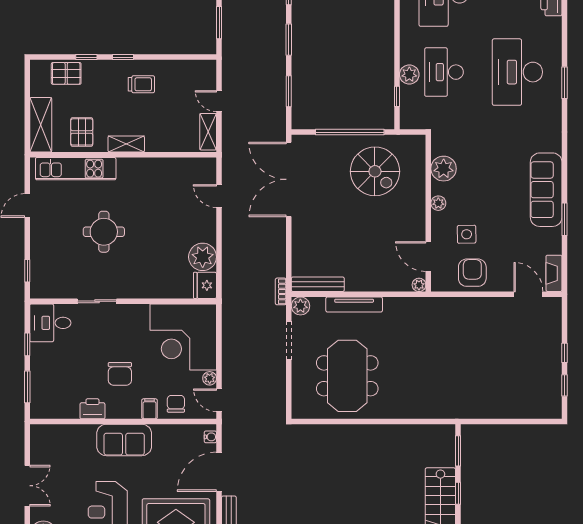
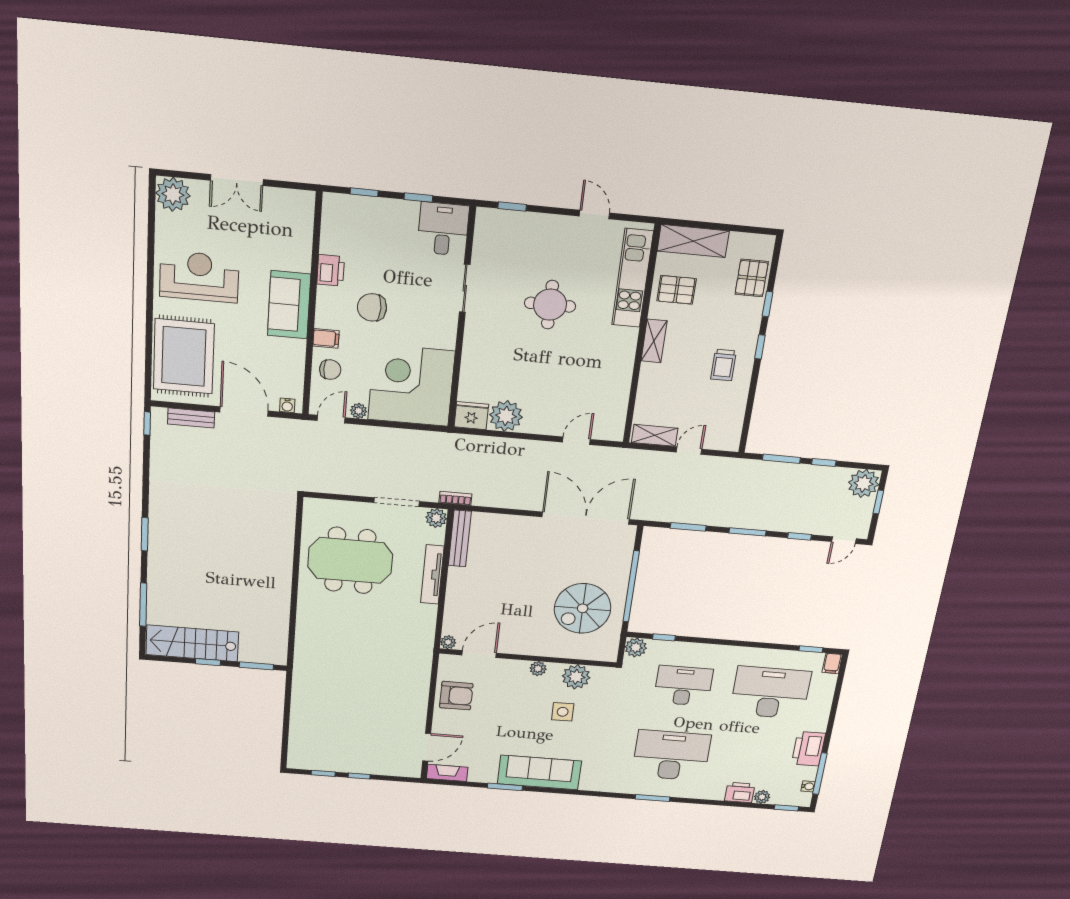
plant: (409, 75) -> (636, 647), moved
side table: (467, 234) -> (563, 712), moved
window: (27, 387) -> (364, 192), width x0.67

